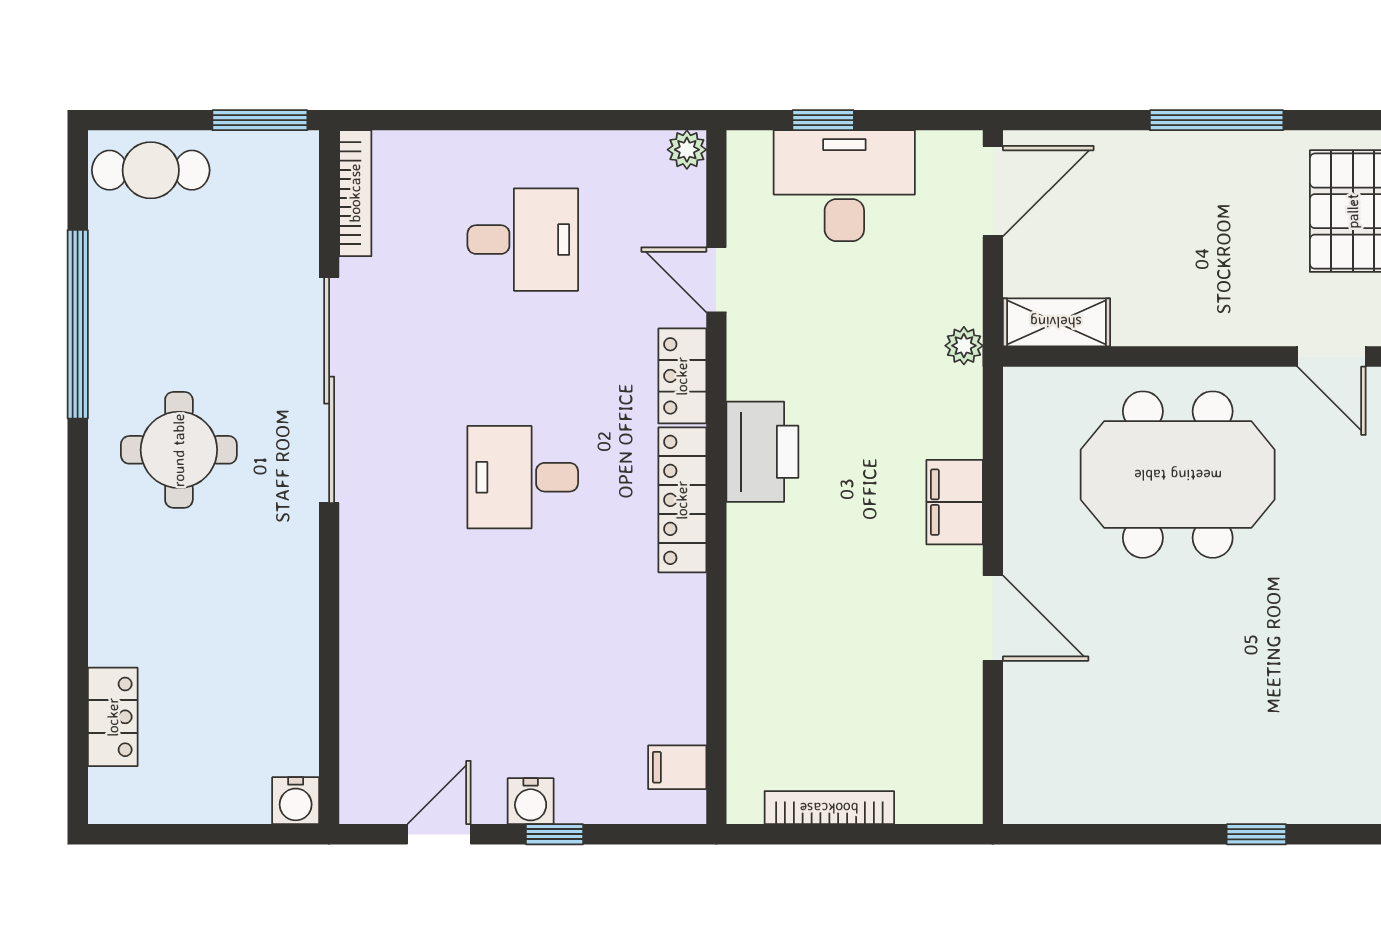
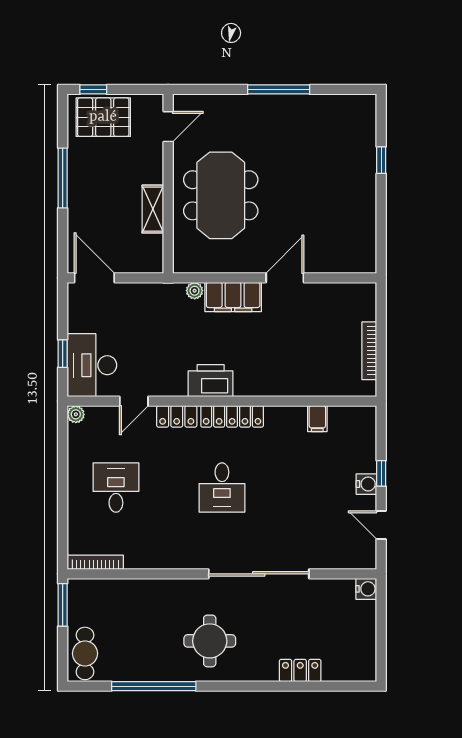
desk: (844, 186) -> (92, 365), moved
shelving: (1056, 322) -> (153, 209), moved
plant: (964, 346) -> (195, 291), moved
sliding door: (329, 390) -> (259, 574), moved
filing cabinet: (955, 502) -> (233, 297), width x1.50, depth x1.17
locker: (113, 717) -> (300, 670), moved
filing cabinet: (677, 767) -> (317, 419), moved

